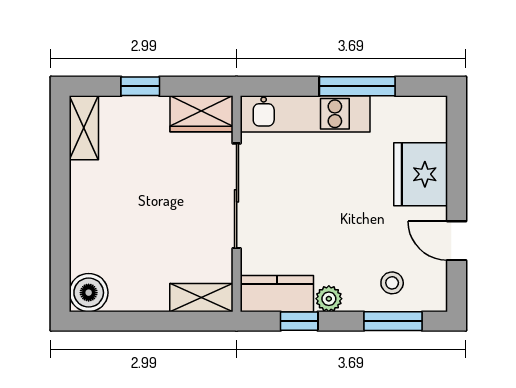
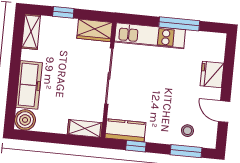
fridge: (421, 174) -> (212, 74), width x0.73, depth x0.75
freezer: (90, 227) -> (29, 85), added
plant: (329, 299) -> (153, 136), removed

